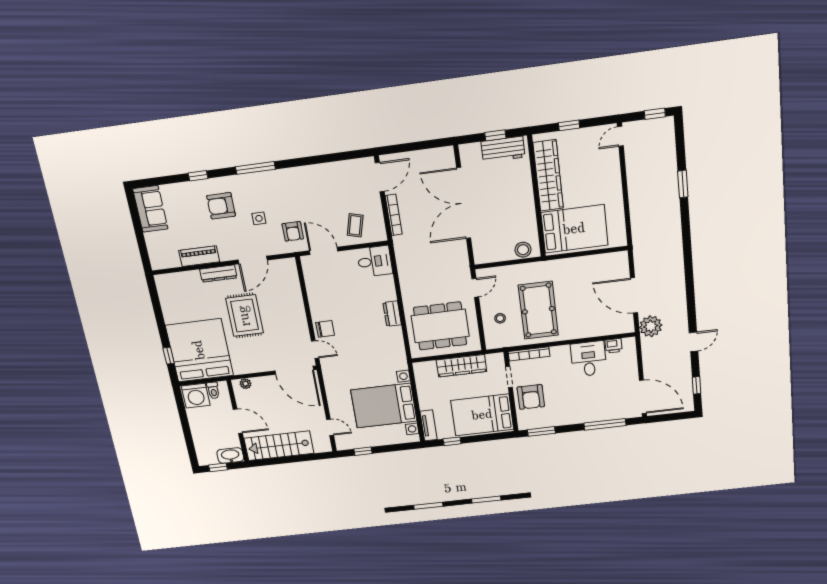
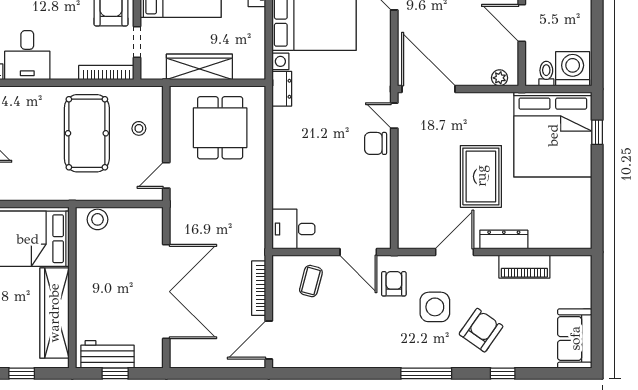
armchair: (221, 206) -> (481, 330), turned -55
side table: (259, 218) -> (435, 307), width x1.87, depth x1.87
dresser: (392, 314) -> (282, 89), moved
dining table: (440, 326) -> (220, 128), width x0.73

